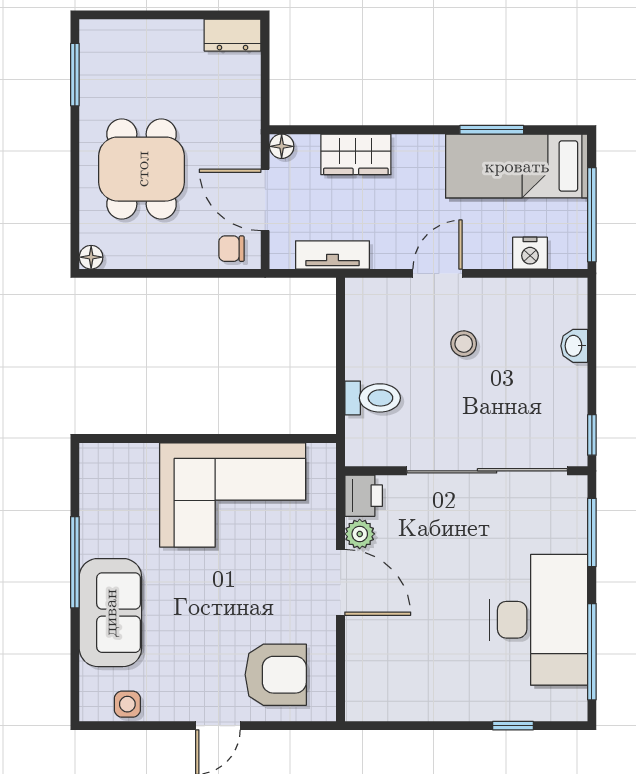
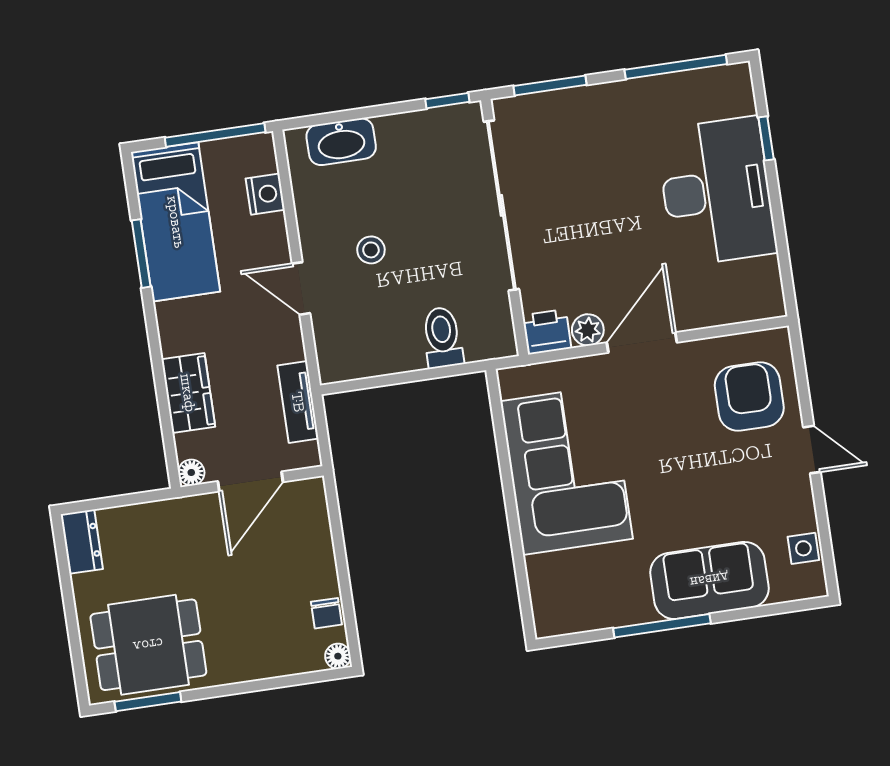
dining table: (142, 169) -> (148, 645), moved
chair: (232, 249) -> (326, 613), moved
washbasin: (574, 346) -> (341, 142), width x1.91, depth x1.45
desk: (539, 620) -> (716, 191), moved, turned 90

